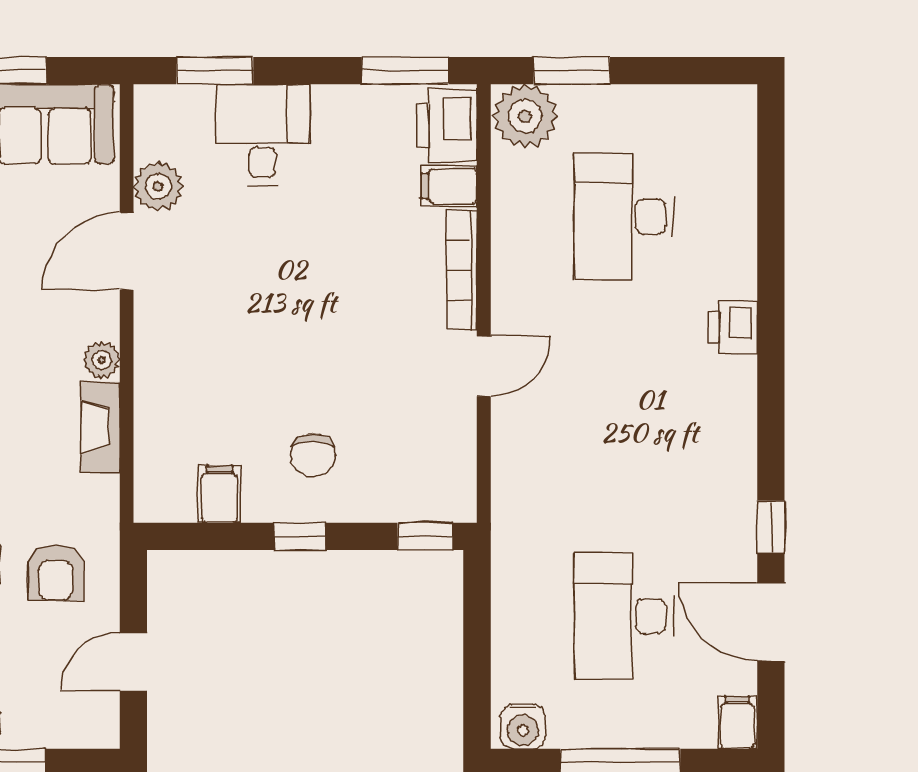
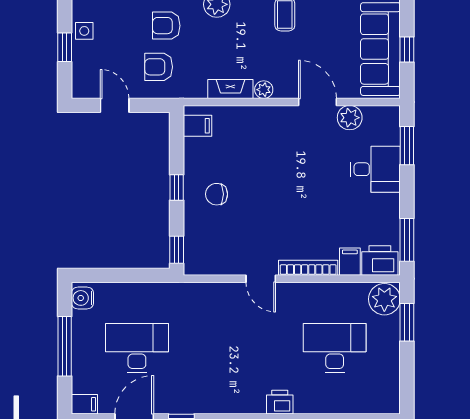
filing cabinet: (220, 494) -> (197, 126), moved

